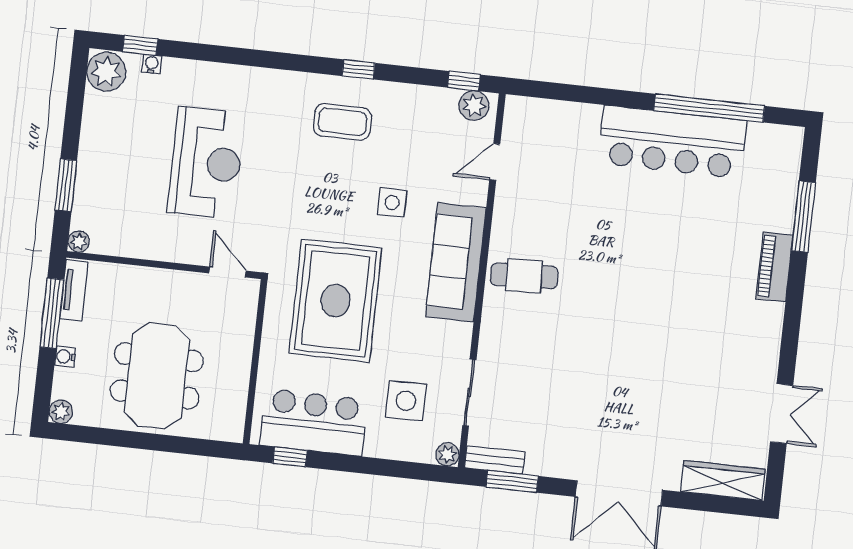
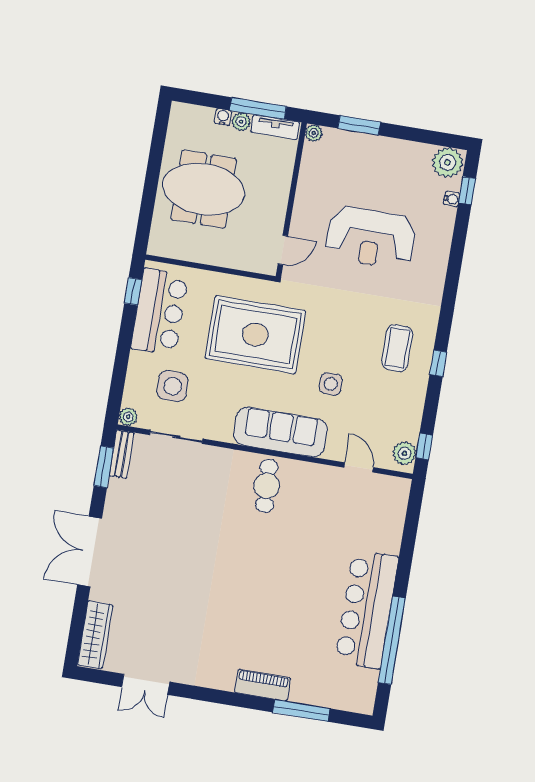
plant: (61, 412) -> (241, 122), moved

